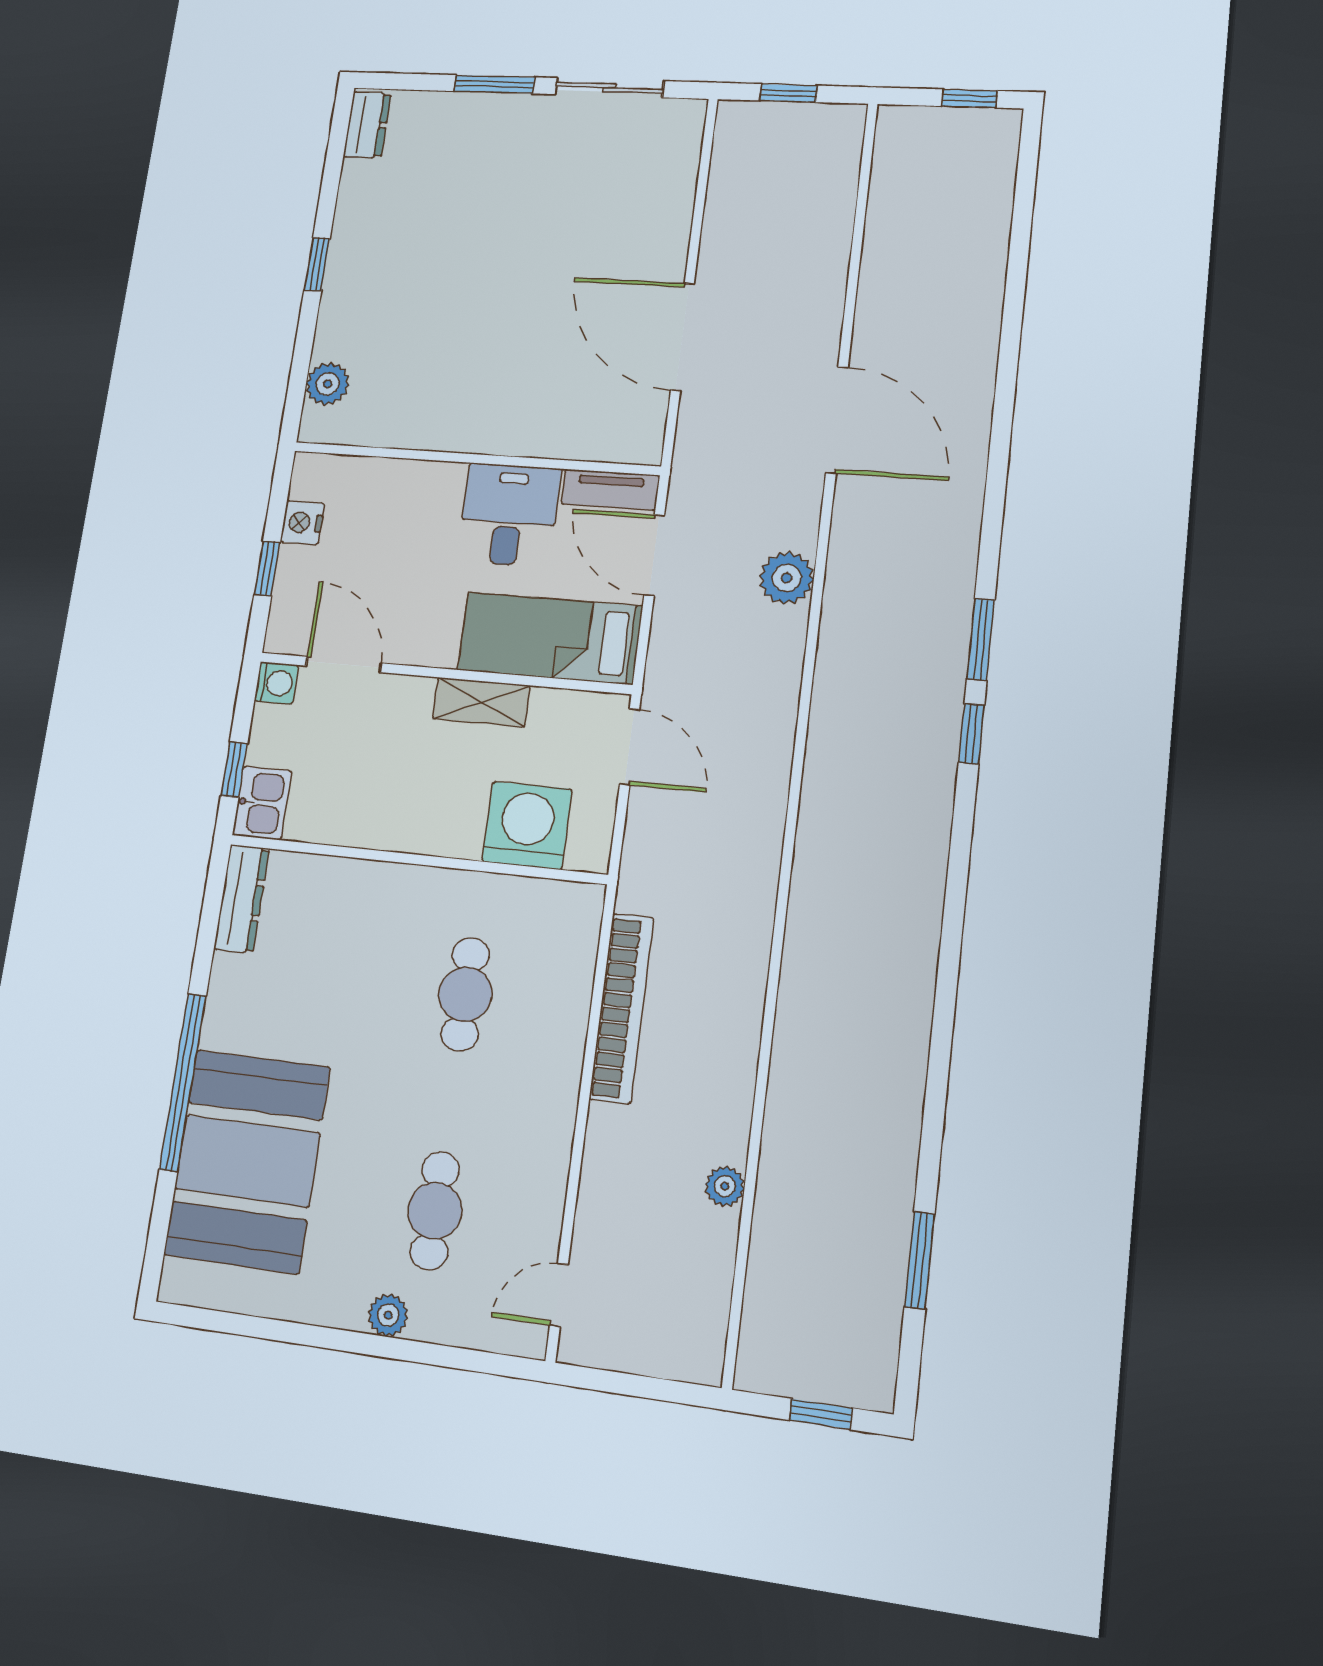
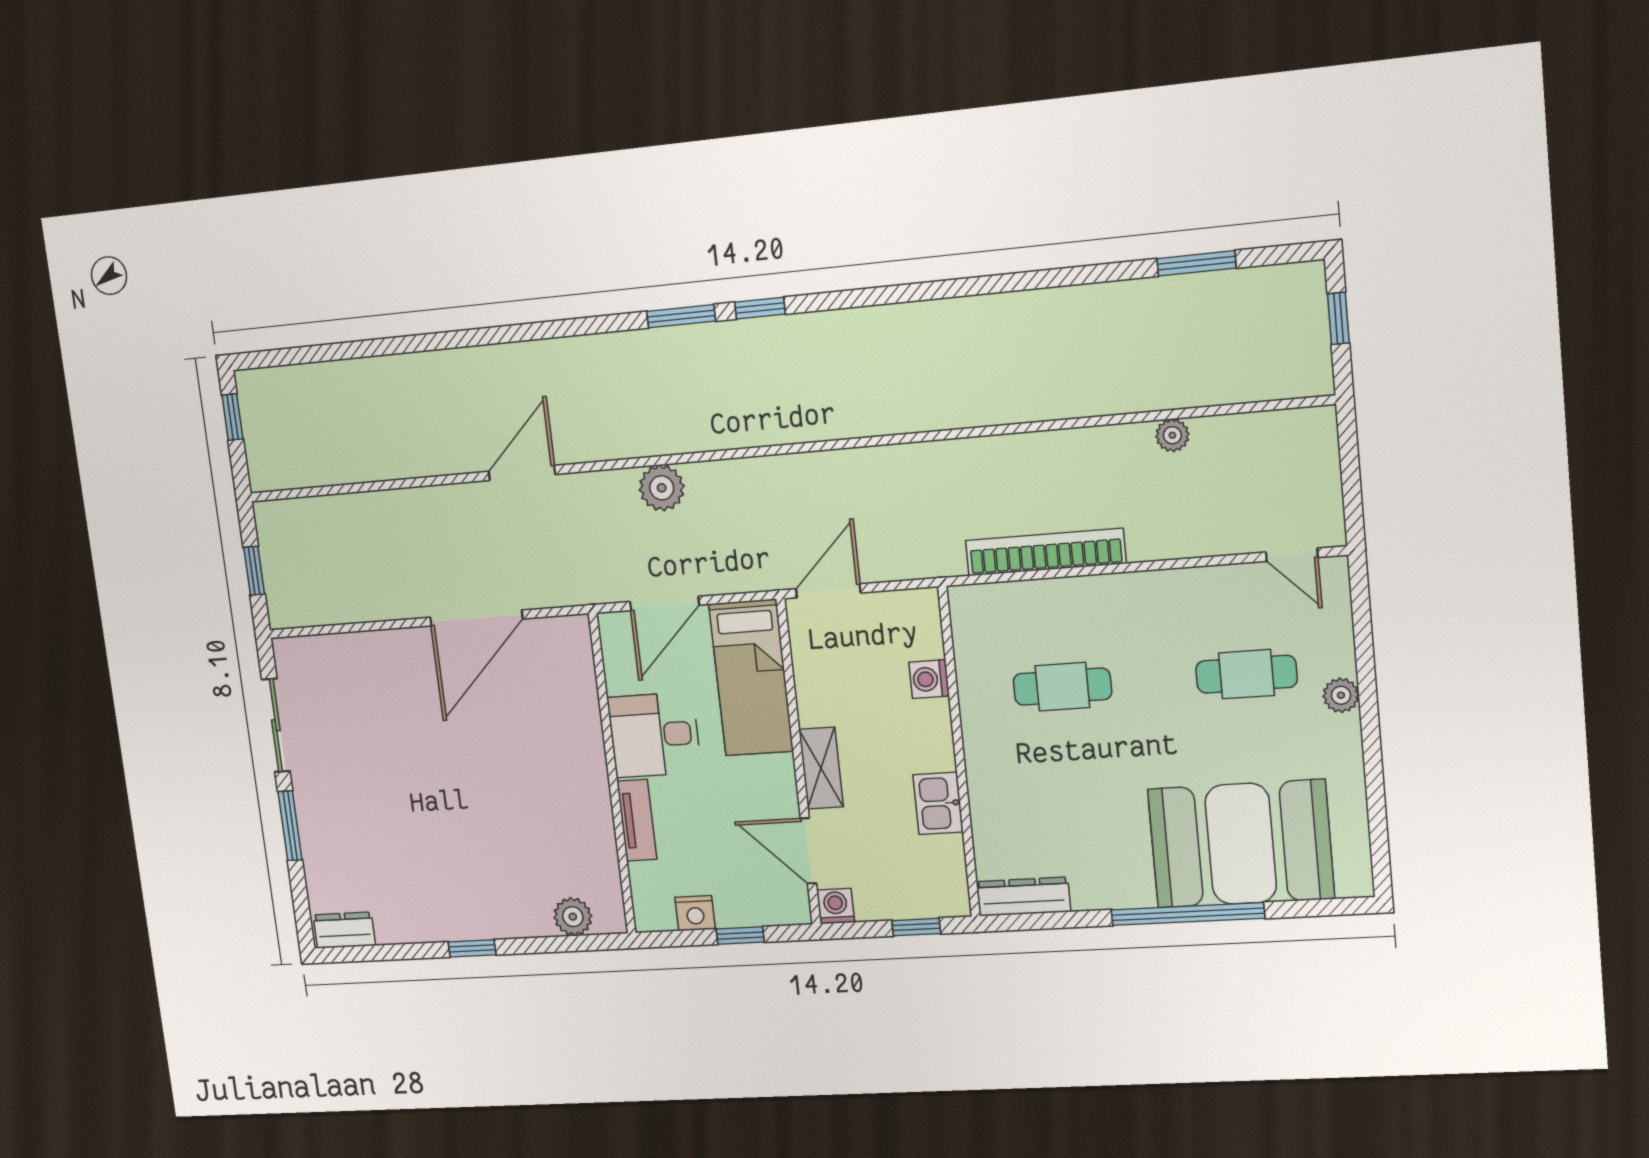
door: (837, 420) -> (522, 473), width x0.73
tv unit: (610, 490) -> (637, 820), moved
door: (344, 664) -> (808, 851), hinge flipped
shelving: (481, 702) -> (821, 768), moved
kitchen sink: (262, 803) -> (938, 803), moved, turned -90
washing machine: (527, 825) -> (929, 679), width x0.53, depth x0.53

